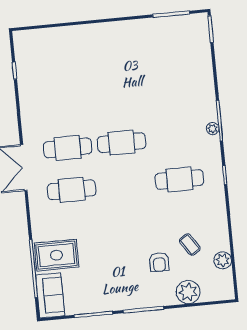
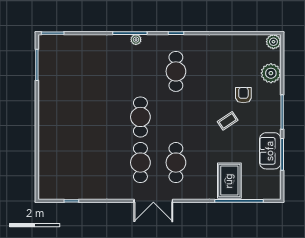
coffee table: (190, 245) -> (228, 121), moved
plant: (223, 260) -> (273, 42), moved
armchair: (159, 262) -> (243, 95), turned -90
sofa: (50, 295) -> (270, 151), moved, turned -90

